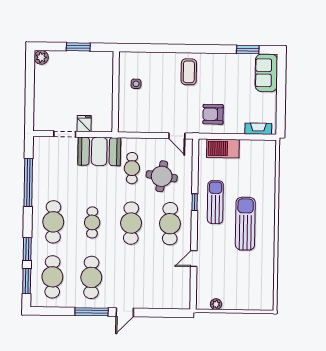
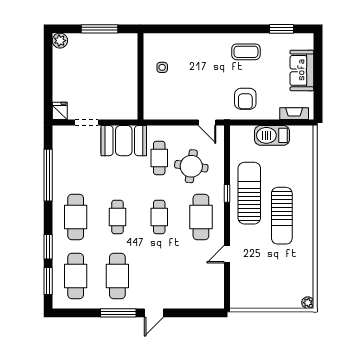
window: (78, 47) -> (99, 29), width x1.44
coffee table: (189, 72) -> (246, 52), moved, turned 90
sofa: (266, 73) -> (302, 70), moved
armchair: (213, 114) -> (245, 99), turned -90
fridge: (84, 124) -> (60, 111), moved
barbecue: (223, 148) -> (272, 135), moved
sun lounger: (215, 202) -> (249, 193), width x1.36, depth x1.34
cafe table: (131, 223) -> (159, 217), width x0.73, depth x0.74
sun lounger: (245, 224) -> (282, 216), turned 180
plant: (216, 304) -> (308, 303), moved

